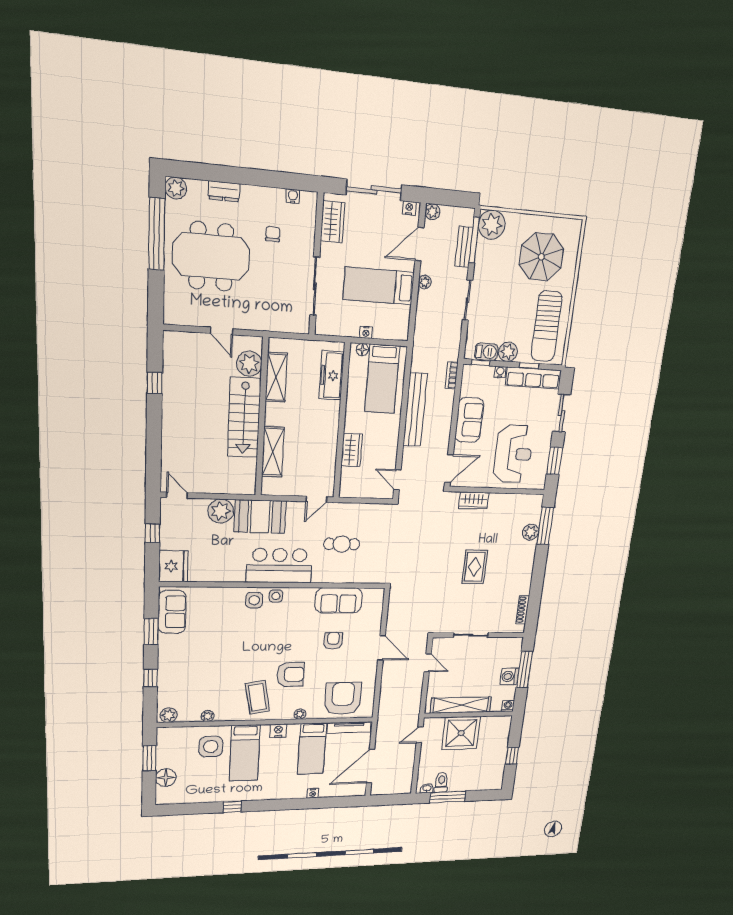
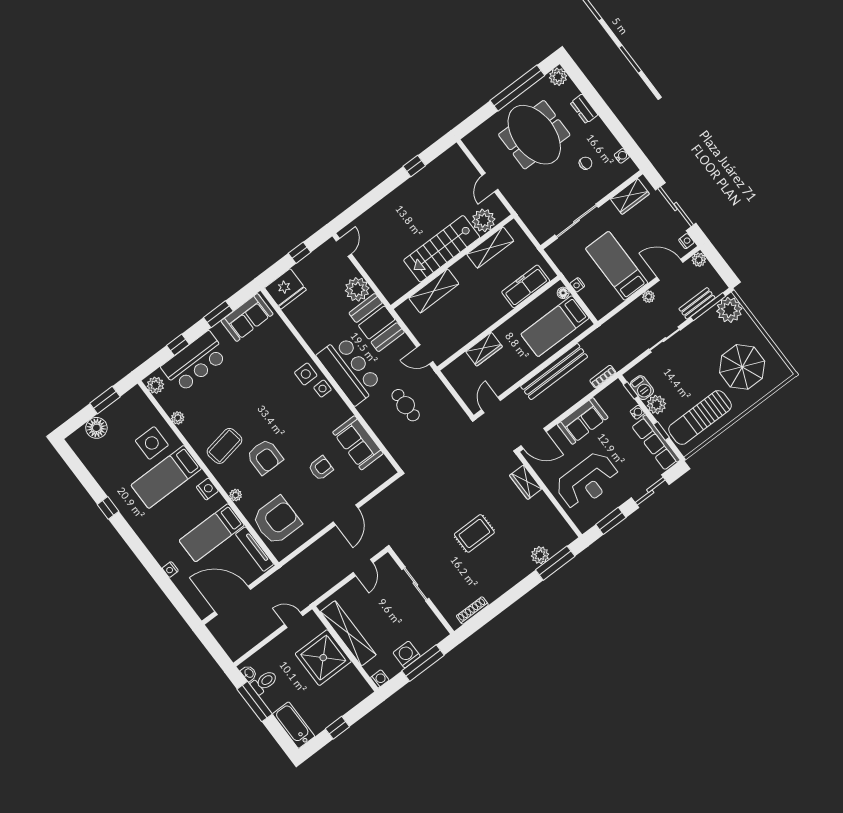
bar counter: (174, 675) -> (195, 362), added
bathtub: (485, 782) -> (294, 725), added

